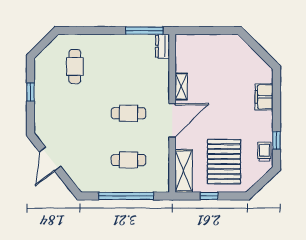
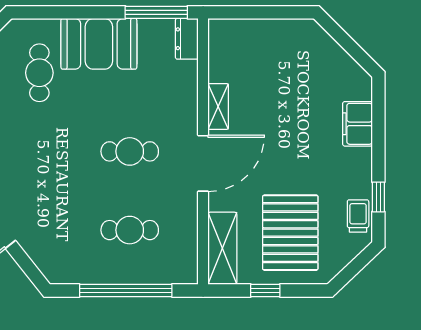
booth: (110, 49) -> (99, 44), added

